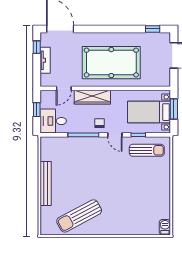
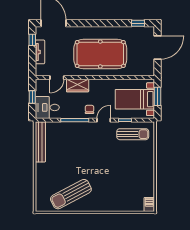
wardrobe: (92, 97) -> (78, 86), width x0.67
door: (115, 135) -> (104, 120), swing flipped
bench: (46, 184) -> (40, 142), moved

